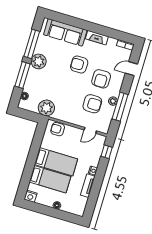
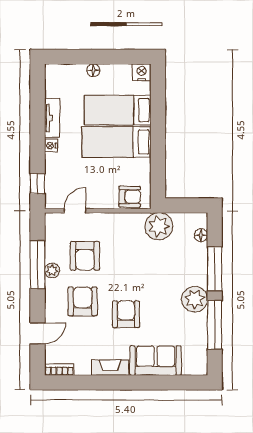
sofa: (65, 32) -> (156, 361), width x0.73
armchair: (79, 65) -> (126, 314), turned -90
armchair: (92, 104) -> (85, 256), turned -90

